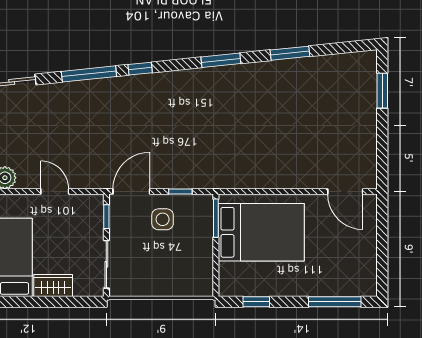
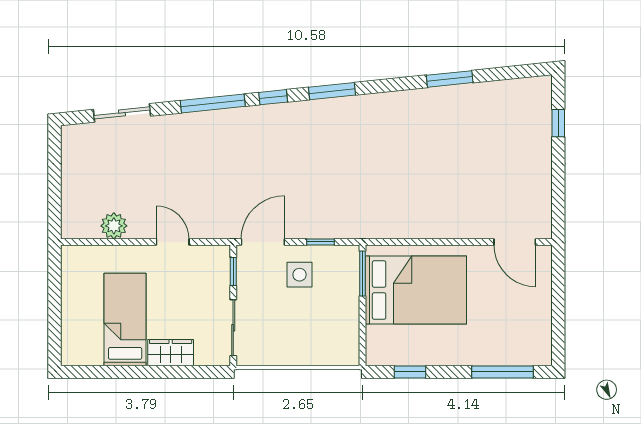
window: (221, 60) -> (332, 91), moved
window: (382, 91) -> (558, 123), width x0.67

